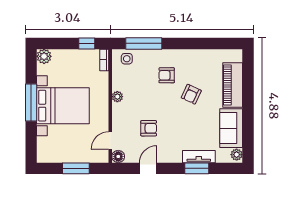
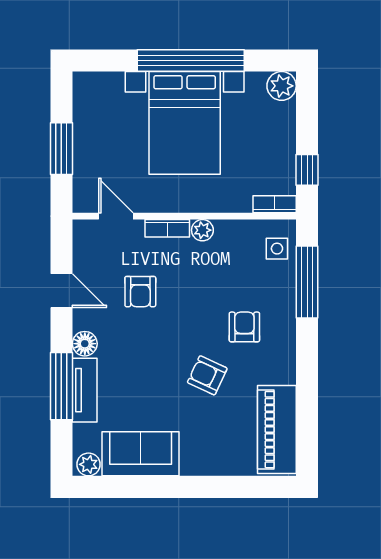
piano: (233, 85) -> (277, 430), moved, turned -90
window: (31, 103) -> (191, 60), width x1.46
bookcase: (116, 114) -> (167, 228), added
floor lamp: (118, 156) -> (85, 344), moved
window: (197, 168) -> (61, 386), width x1.44

